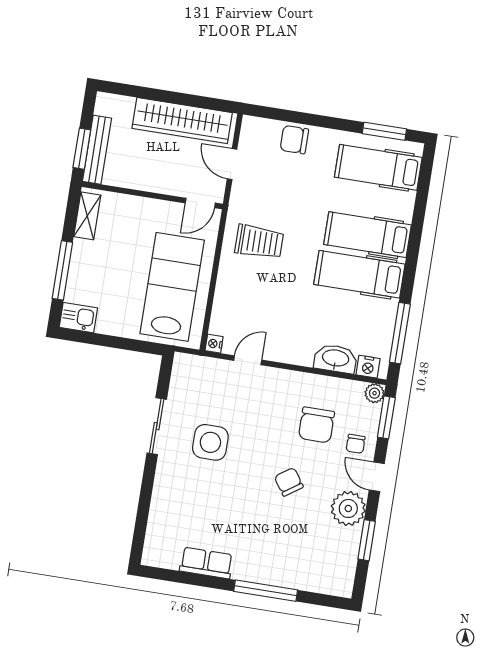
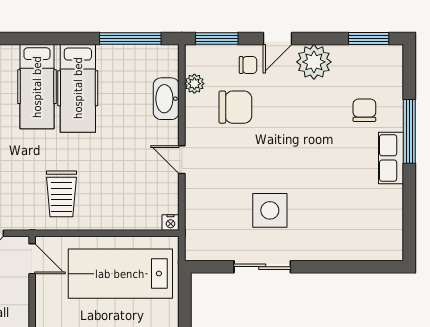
trolley: (259, 242) -> (61, 194), turned 180
door: (248, 360) -> (182, 160), moved
nightstand: (368, 367) -> (169, 65), removed
plant: (375, 393) -> (194, 84), moved
chair: (289, 482) -> (364, 110), moved, turned 125
window: (367, 540) -> (369, 38), moved
row of seats: (206, 563) -> (391, 158), moved

